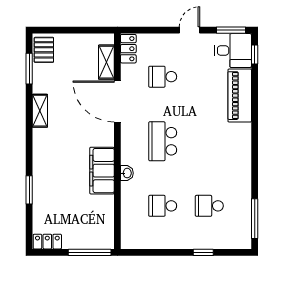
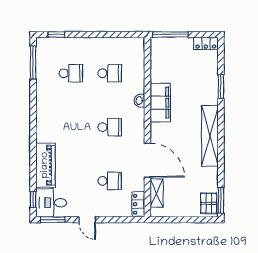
door: (189, 30) -> (87, 220), hinge flipped
window: (29, 69) -> (221, 200), moved
shelving: (40, 111) -> (210, 136), width x2.20, depth x1.33
school desk: (163, 141) -> (110, 127), width x0.54
window: (203, 252) -> (56, 35), moved

